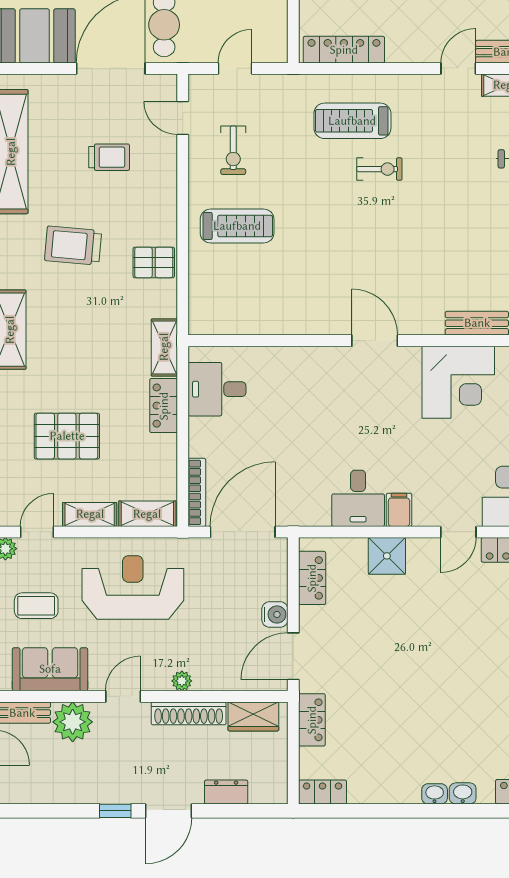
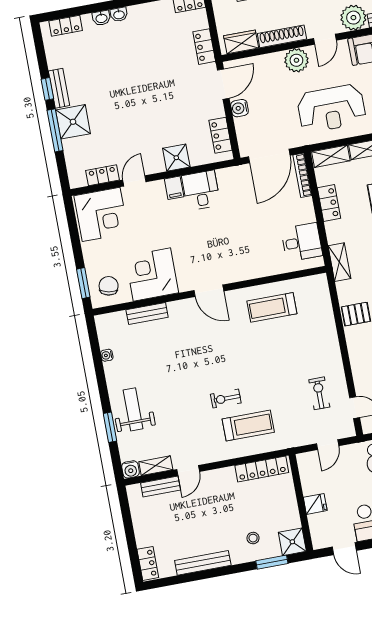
treadmill: (237, 226) -> (272, 307), moved
locker: (164, 406) -> (329, 203), moved
plant: (182, 681) -> (296, 60), width x1.88, depth x1.88

